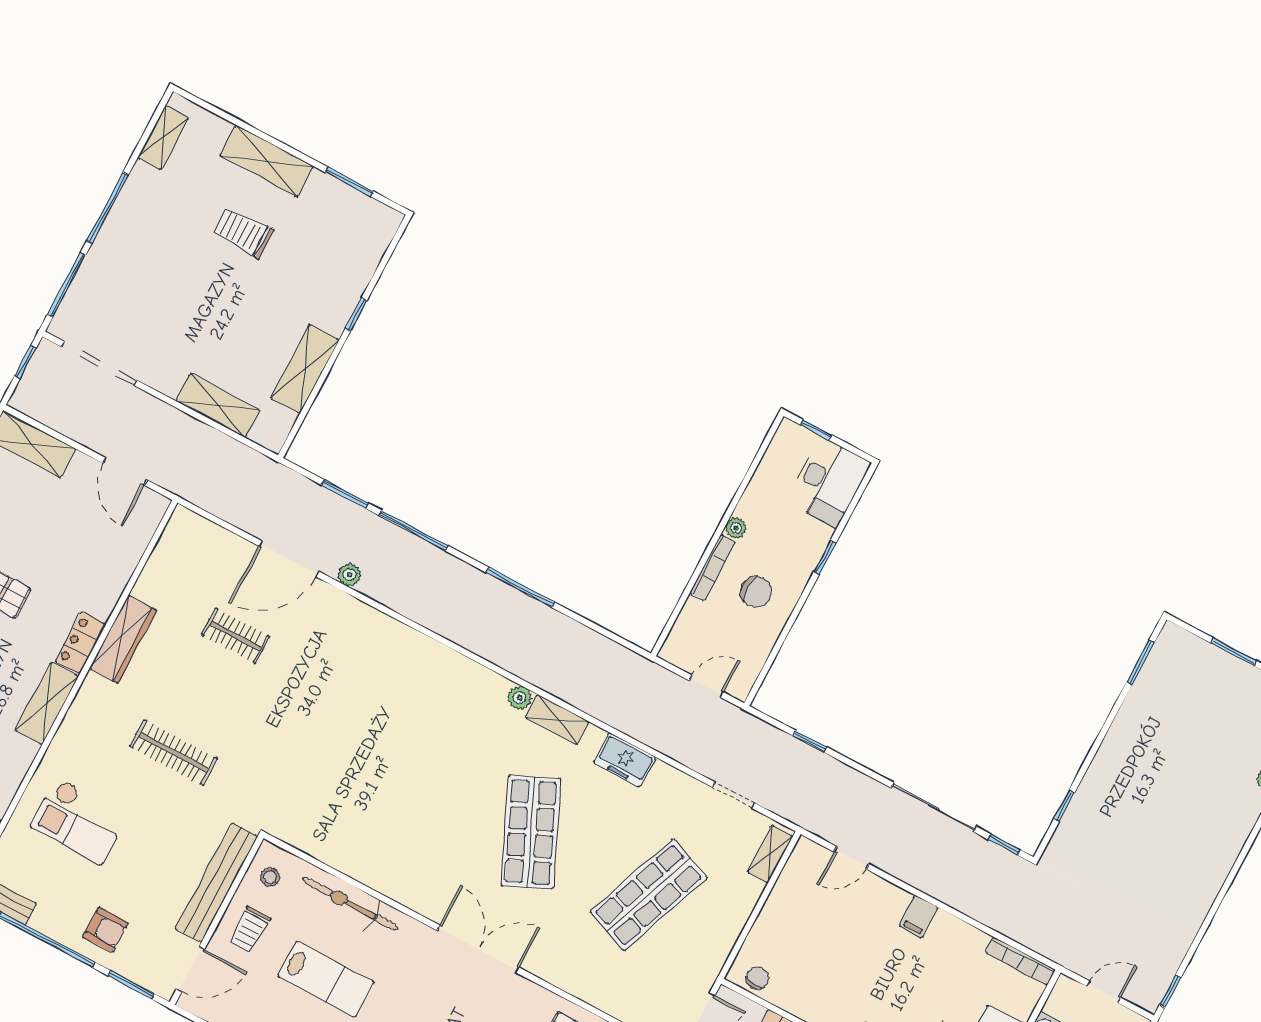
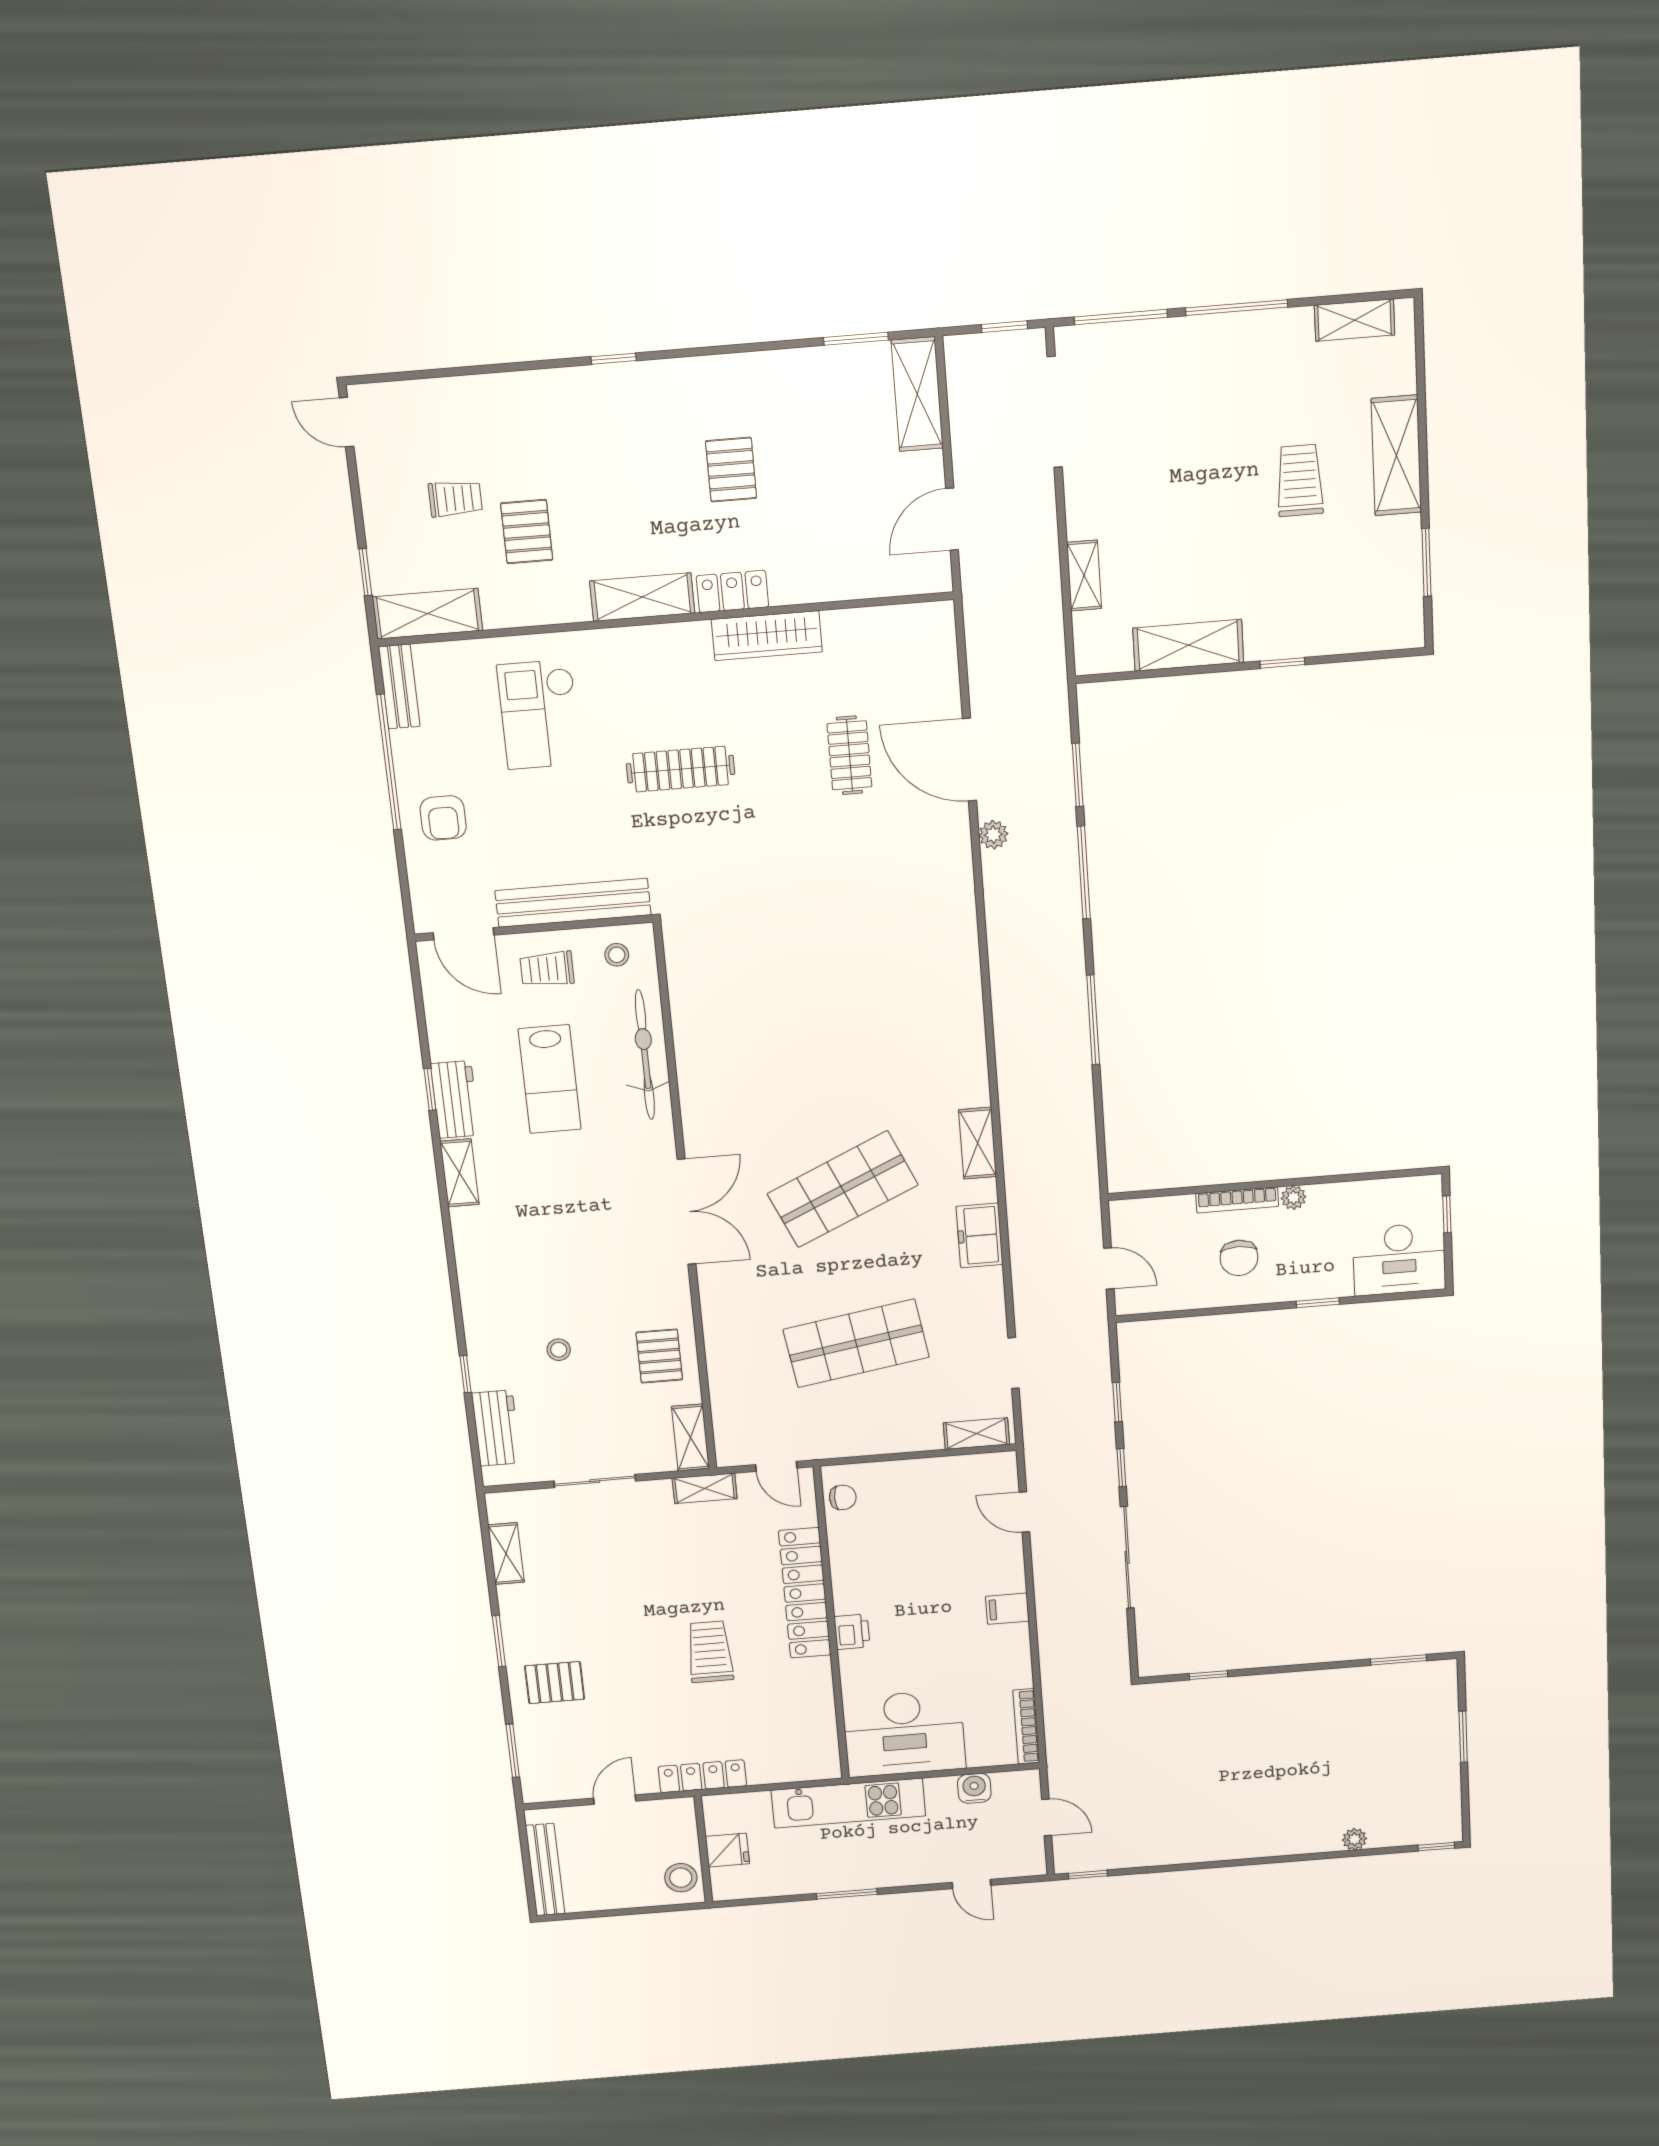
shelving: (218, 405) -> (1084, 576), width x0.67, depth x0.75
plant: (520, 698) -> (976, 1091), removed
clothes rail: (174, 752) -> (681, 769), turned 90
window: (1004, 844) -> (1121, 1468), moved
shop shelf: (649, 895) -> (856, 1343), turned -30
window: (132, 985) -> (404, 883), removed

